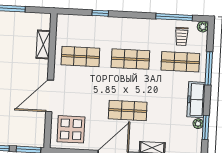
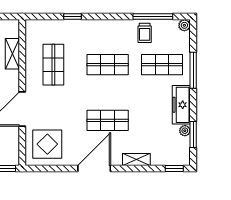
trolley: (182, 36) -> (145, 33), moved
shop shelf: (80, 56) -> (53, 65), turned 90

